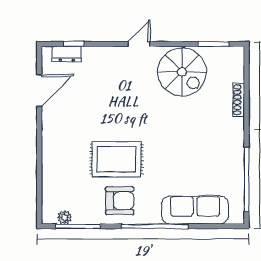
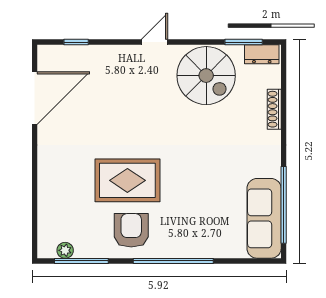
dresser: (67, 54) -> (262, 54), moved
door: (39, 91) -> (35, 98), width x1.36
armchair: (120, 201) -> (131, 230), turned -90
sofa: (195, 210) -> (264, 218), moved, turned -90

